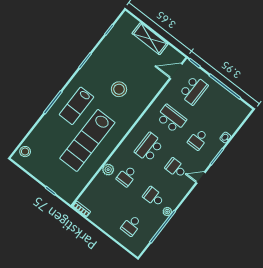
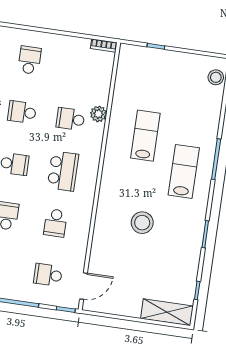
shelving: (150, 39) -> (167, 312), moved
school desk: (194, 90) -> (48, 275), width x0.54
school desk: (171, 119) -> (55, 223), width x0.54
lab bench: (87, 140) -> (145, 136), width x0.54, depth x0.72
school desk: (127, 176) -> (70, 119), turned -90
school desk: (154, 197) -> (22, 112), turned 180

